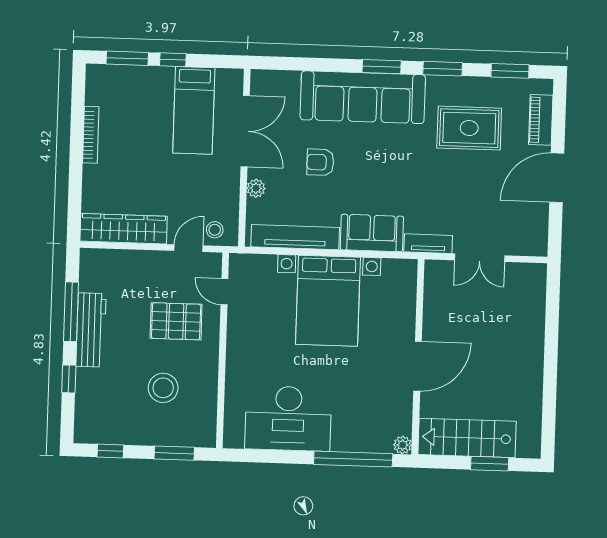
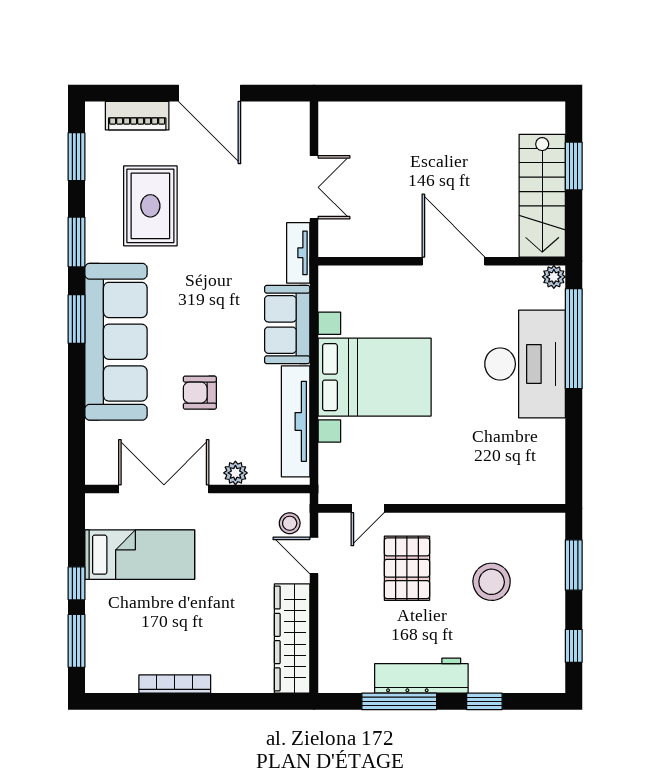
armchair: (320, 162) -> (200, 393), turned 90
desk: (288, 418) -> (525, 364), moved

